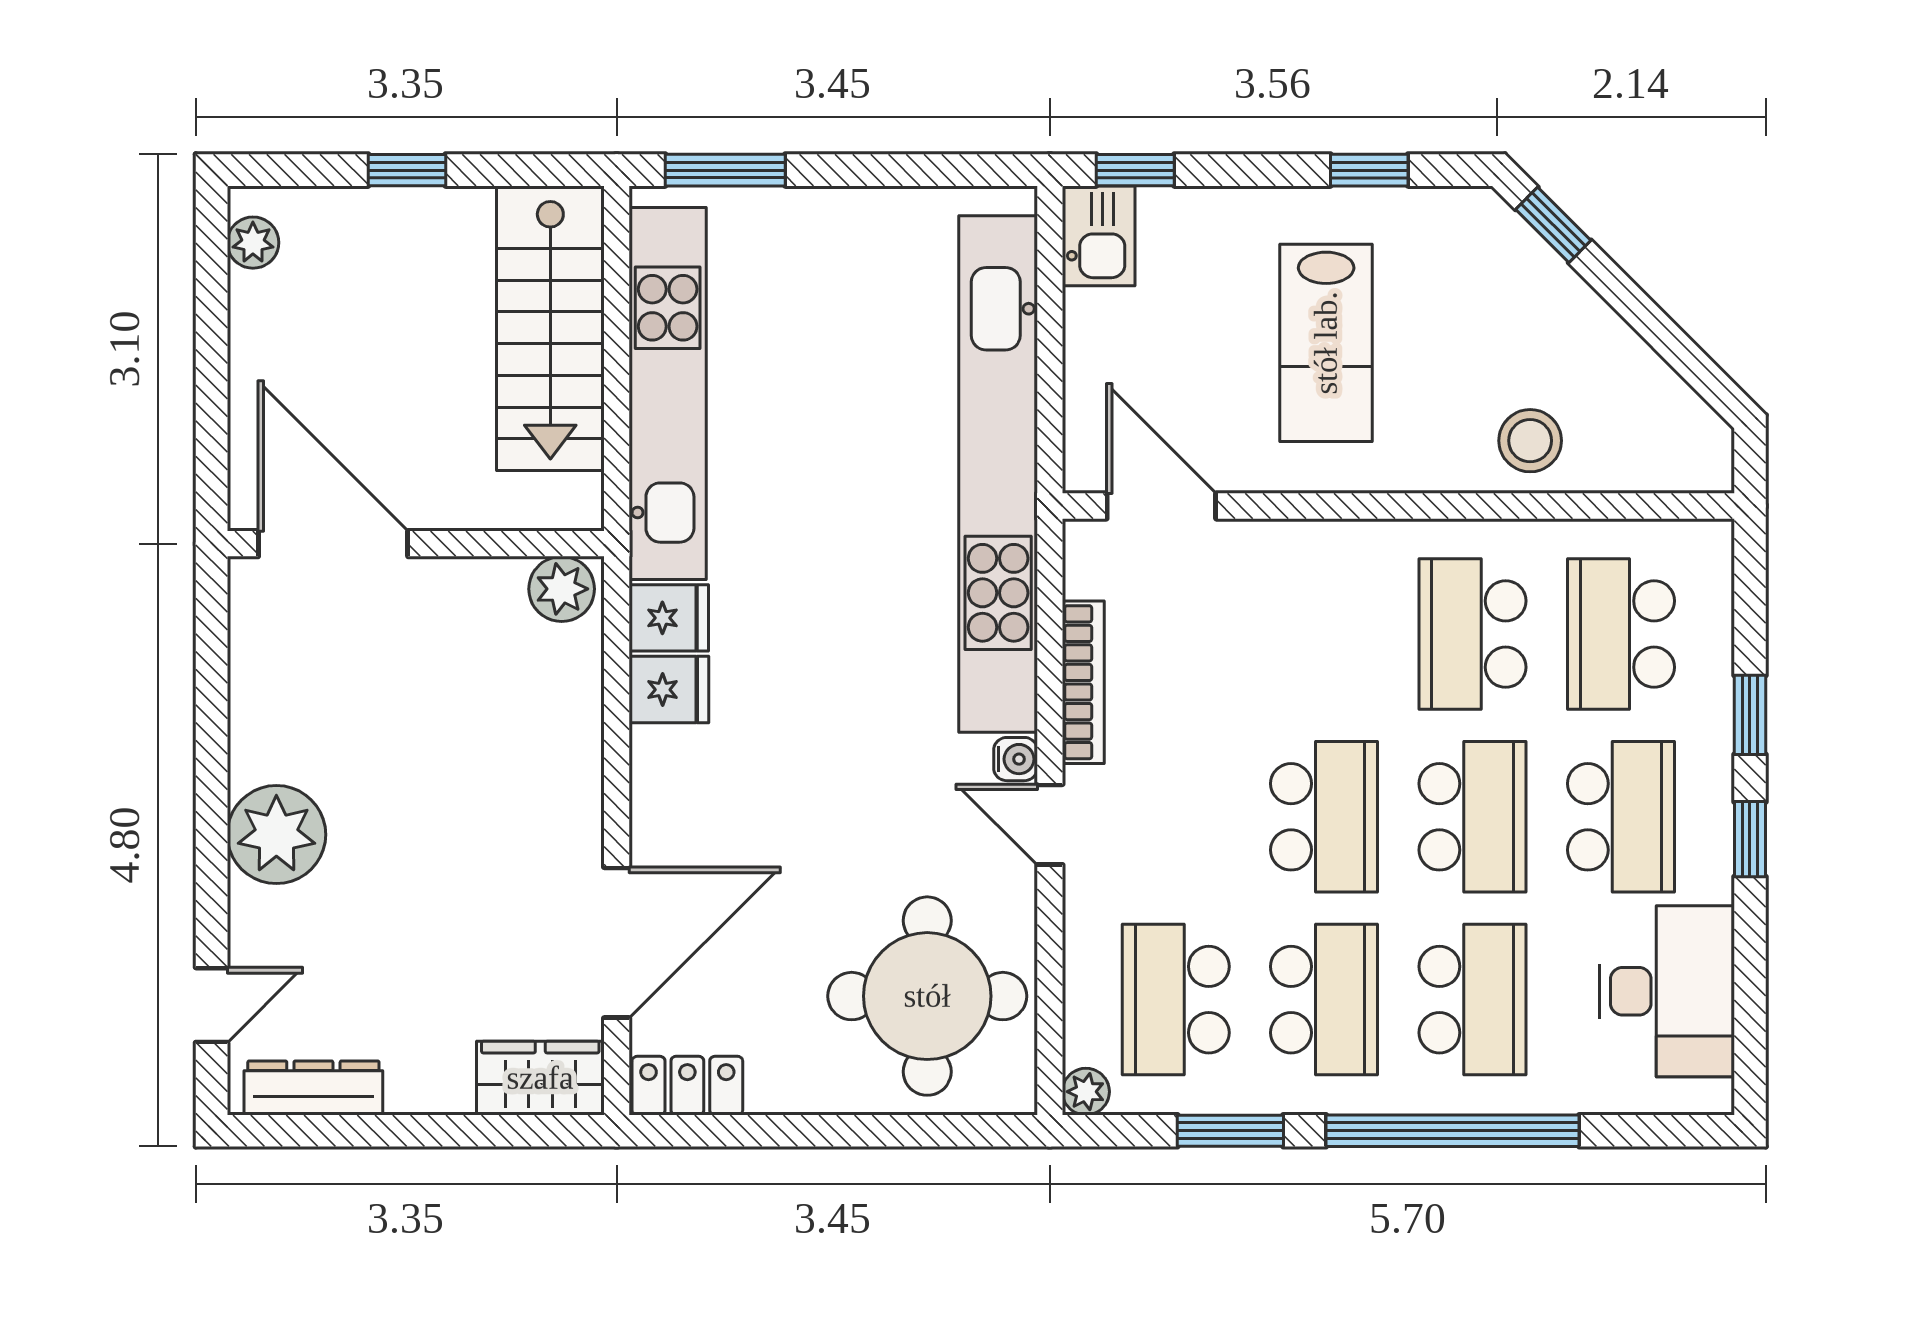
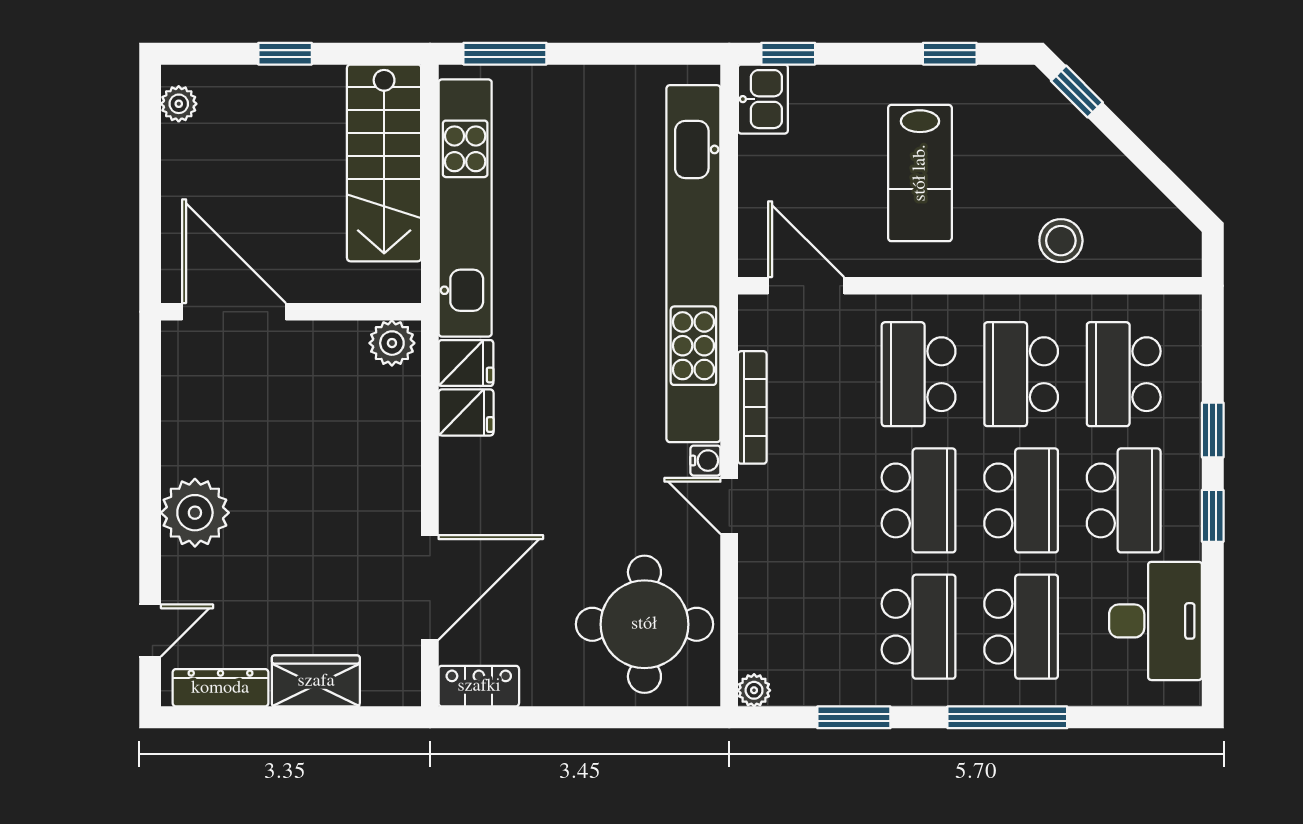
school desk: (1176, 1000) -> (919, 374), moved
wardrobe: (540, 1078) -> (316, 681), moved
window: (1453, 1131) -> (1007, 717), width x0.68

